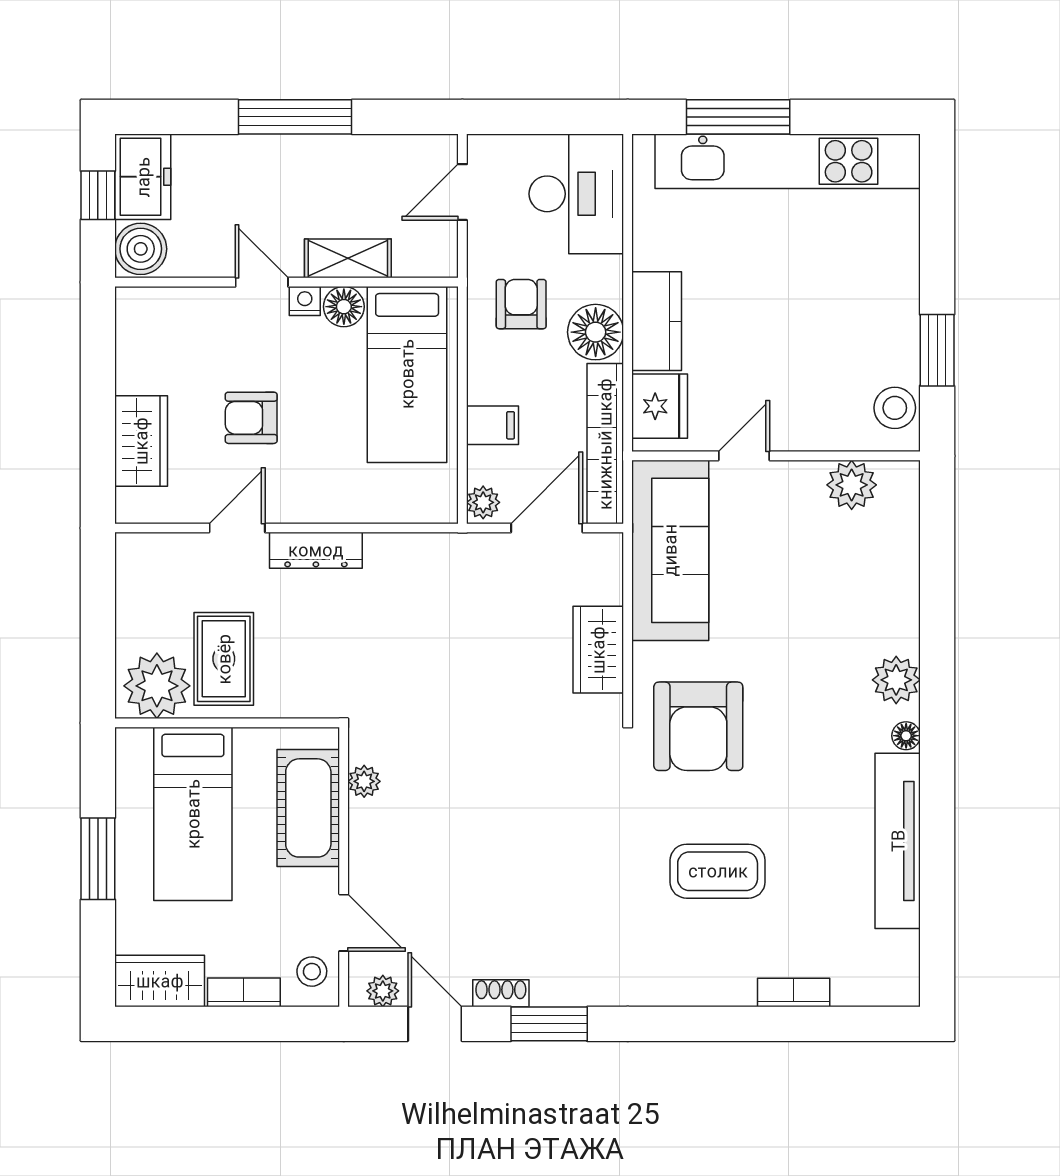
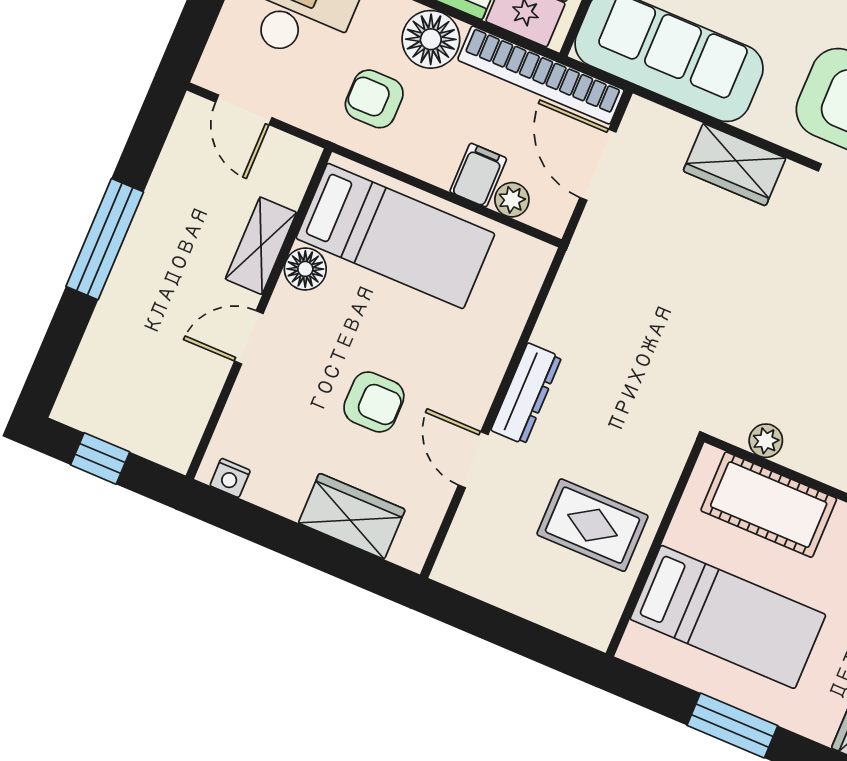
freezer: (143, 177) -> (101, 408), removed
boiler: (141, 249) -> (168, 439), removed
nightstand: (305, 301) -> (230, 478), moved, turned -90
armchair: (251, 418) -> (374, 402), turned -90
plant: (483, 502) -> (512, 200), moved
plant: (157, 686) -> (591, 600), removed

